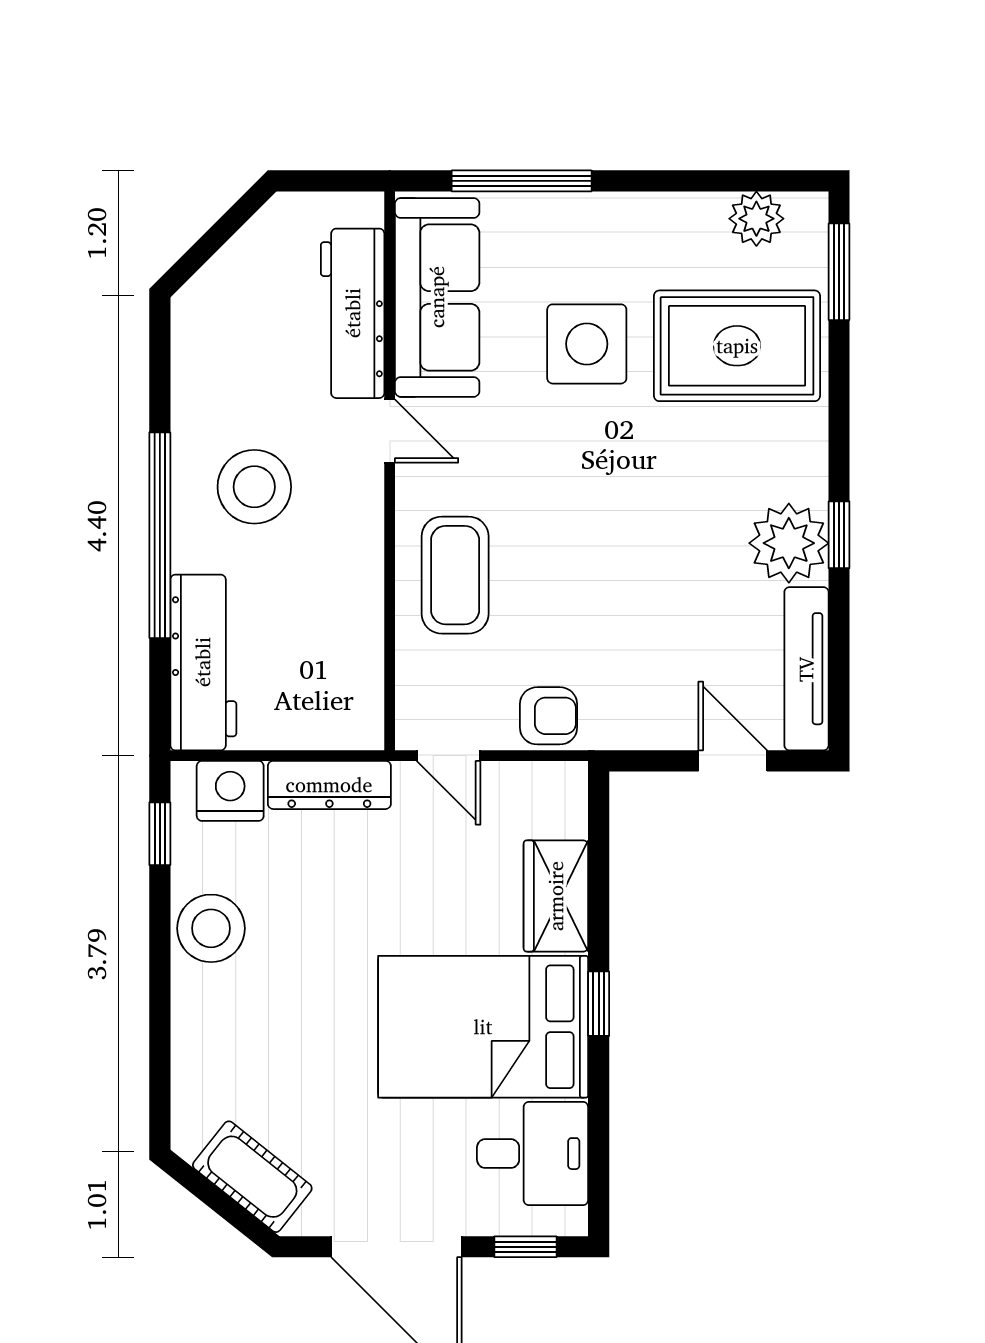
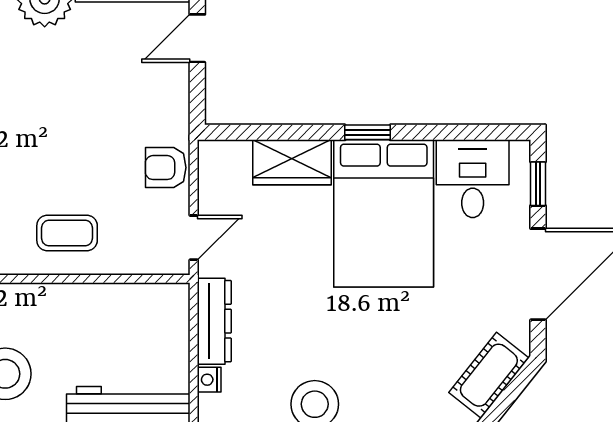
coffee table: (455, 575) -> (67, 233), width x0.73, depth x0.77
armchair: (549, 716) -> (166, 168), turned -90
nightstand: (230, 791) -> (209, 380), width x0.53, depth x0.56

